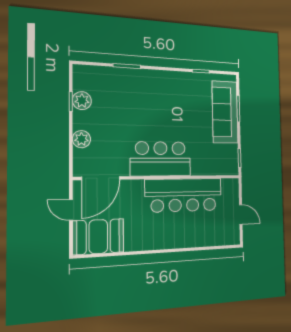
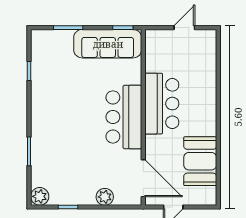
plant: (82, 101) -> (40, 196), moved
sofa: (225, 112) -> (108, 44), moved
bar counter: (184, 195) -> (162, 104), width x0.73
booth: (98, 237) -> (200, 161), moved

